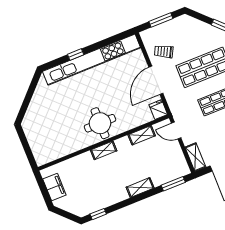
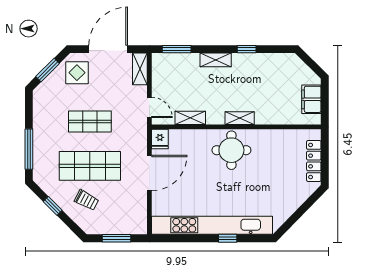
trolley: (164, 52) -> (87, 200), moved
locker: (33, 140) -> (314, 161), added
window: (98, 214) -> (247, 49), moved

